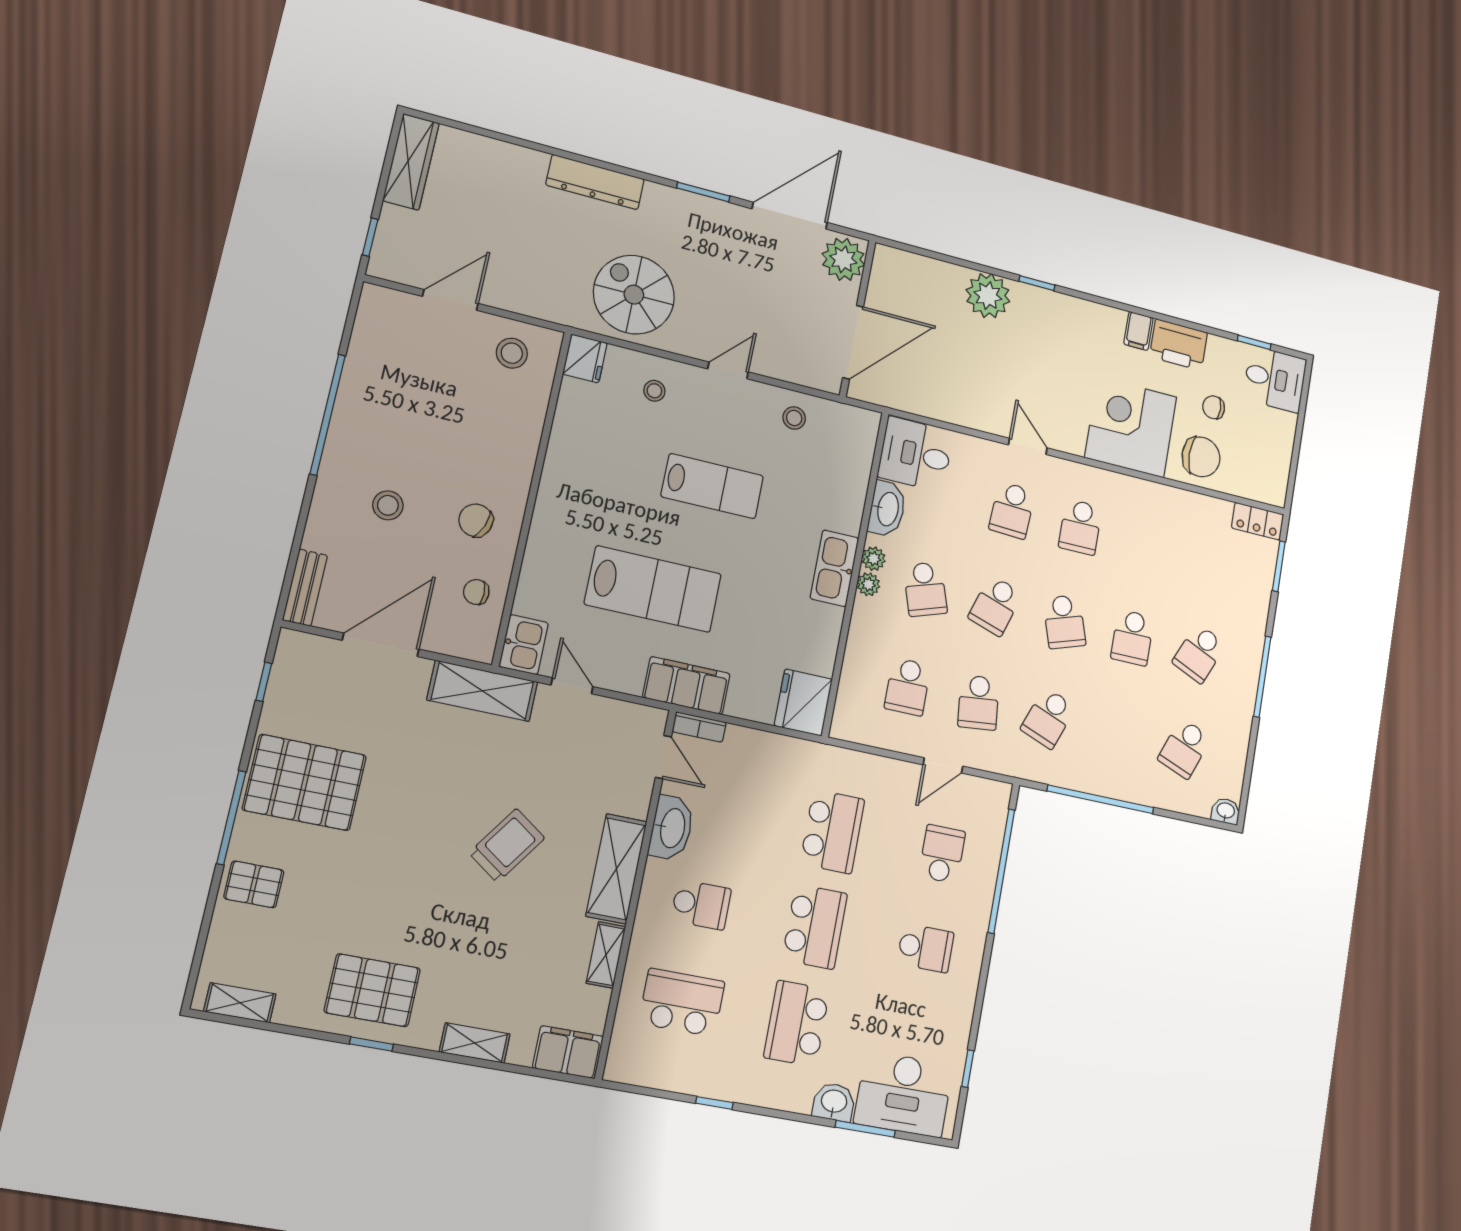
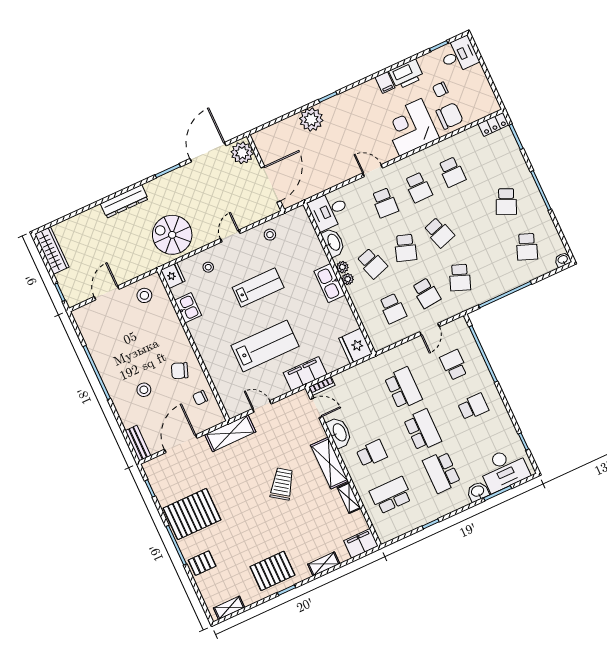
school desk: (1132, 638) -> (452, 172), moved
kitchen sink: (524, 645) -> (188, 308), moved

